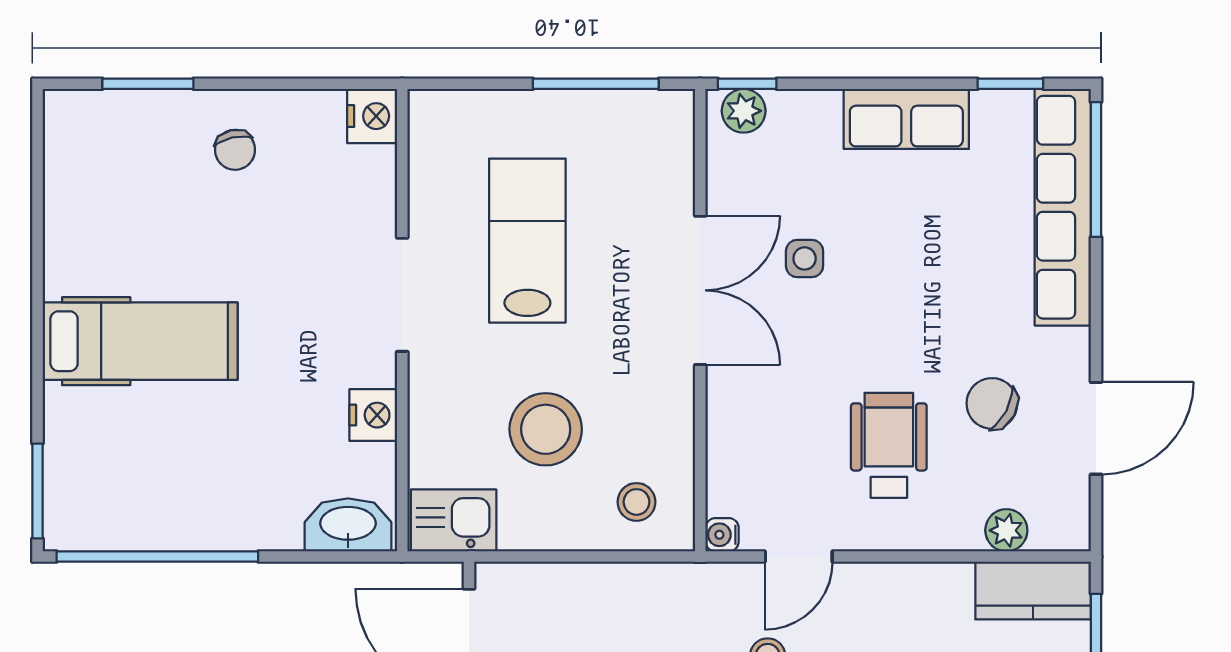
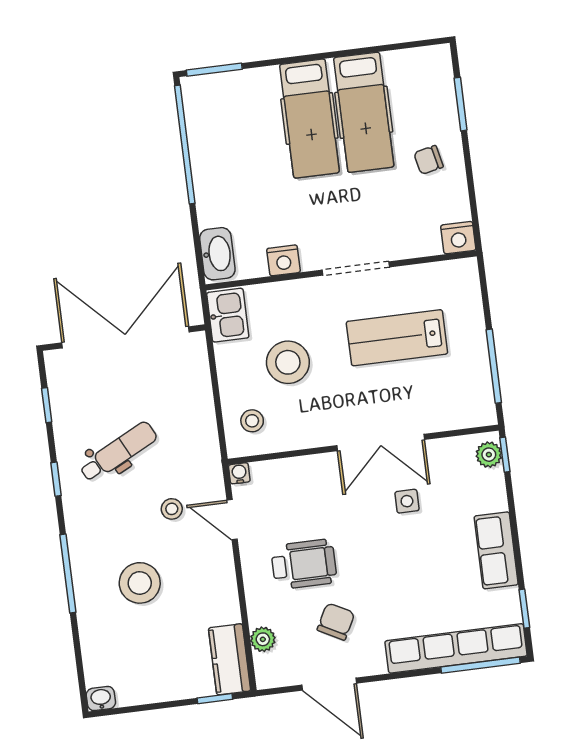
lab bench: (527, 241) -> (397, 338), turned 180
hospital bed: (141, 249) -> (364, 112), added

